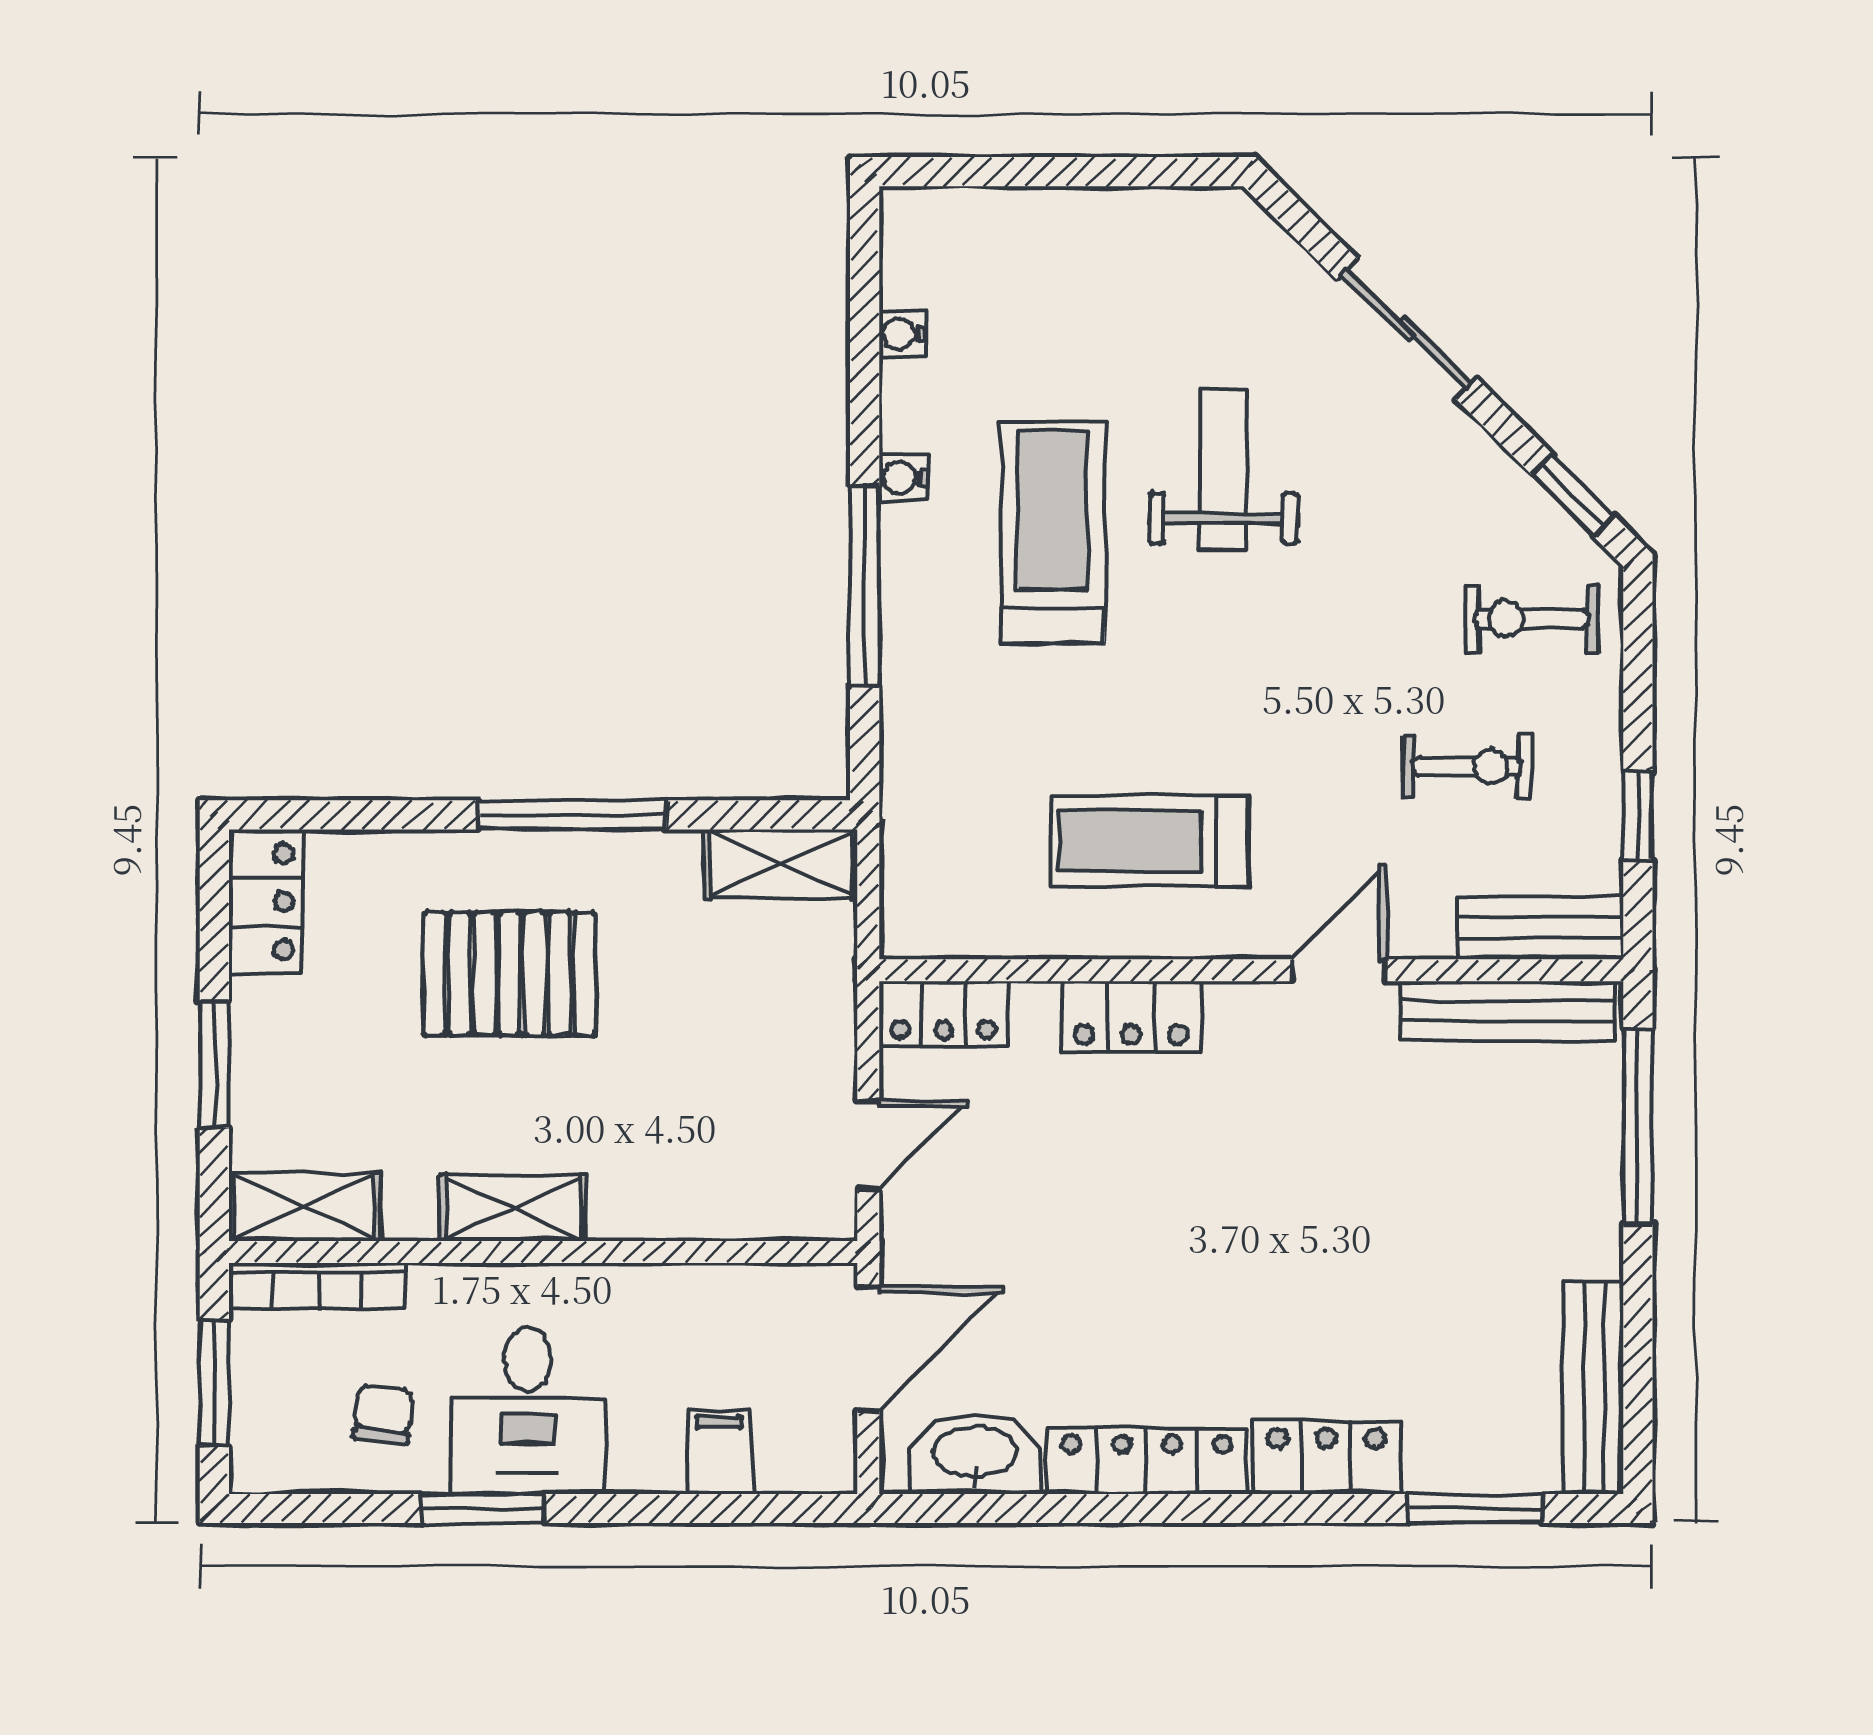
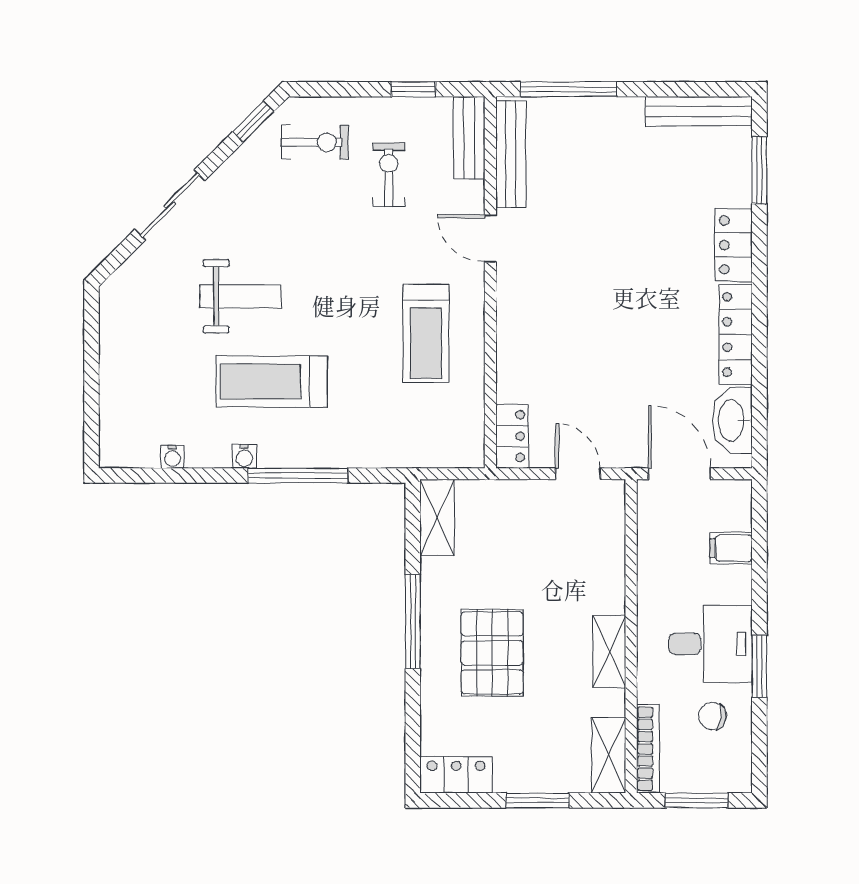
weight bench: (1223, 470) -> (240, 296), turned 180
exercise bike: (1532, 619) -> (315, 142), turned -90
locker: (1131, 1017) -> (514, 342), removed

